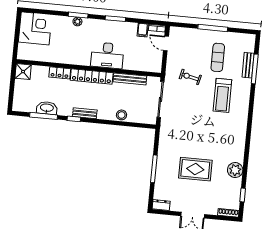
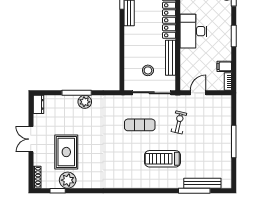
door: (166, 43) -> (198, 93), moved
exercise mat: (218, 57) -> (140, 125), moved
bench: (248, 65) -> (202, 183), width x1.36
stool: (122, 115) -> (148, 70), moved
plant: (163, 162) -> (85, 102), added
rug: (195, 169) -> (66, 152), moved
plant: (235, 170) -> (68, 180), moved

